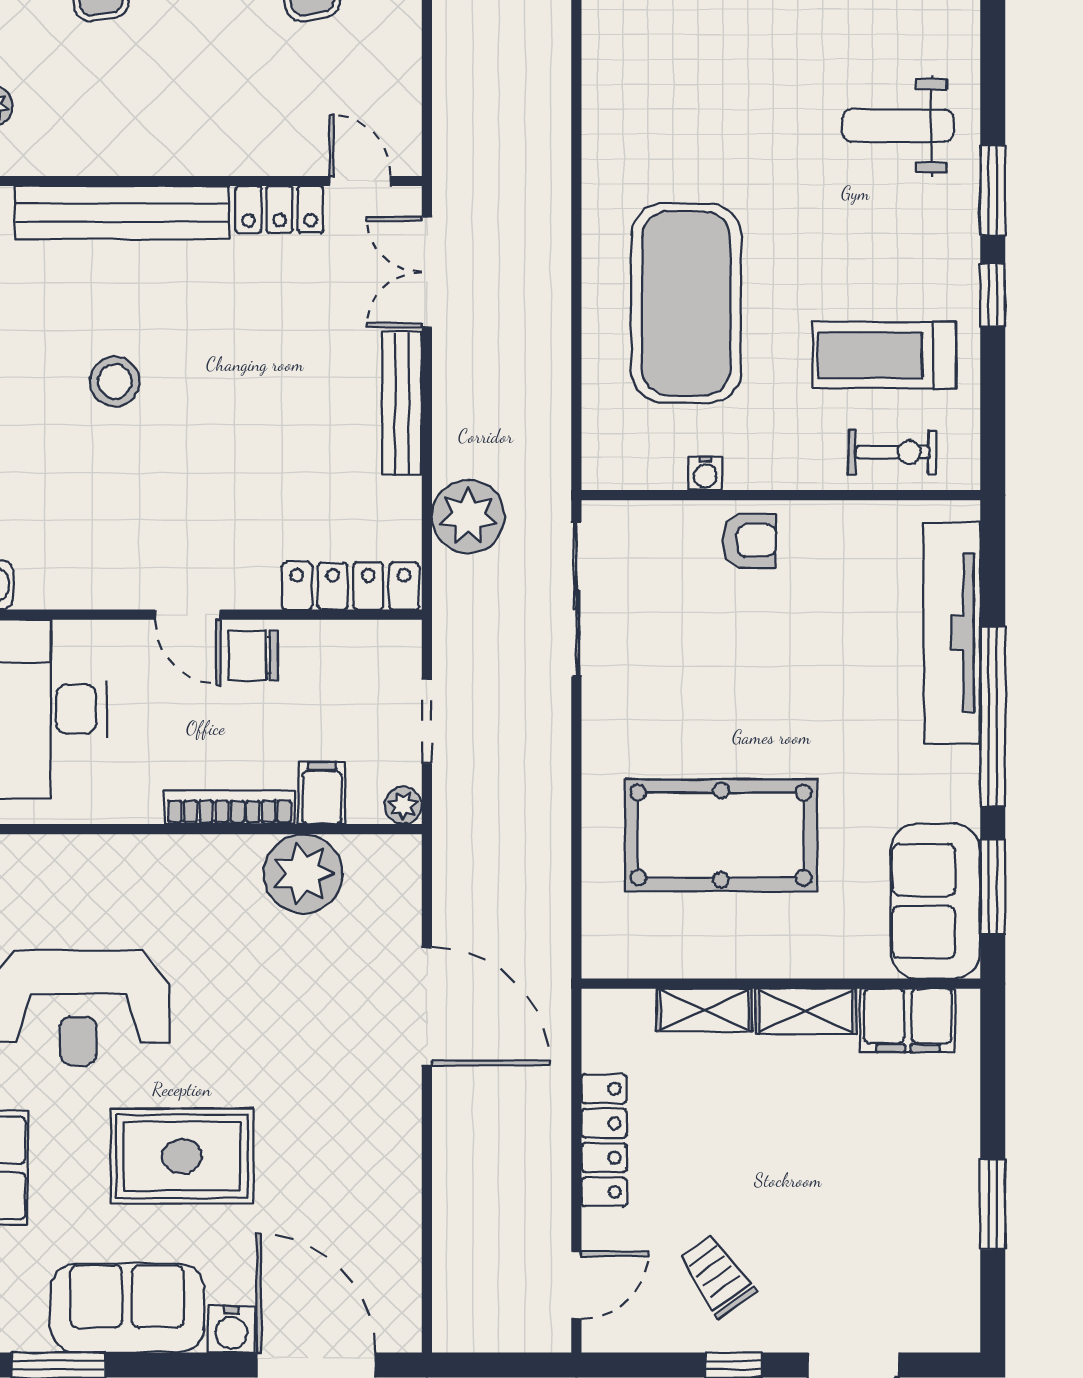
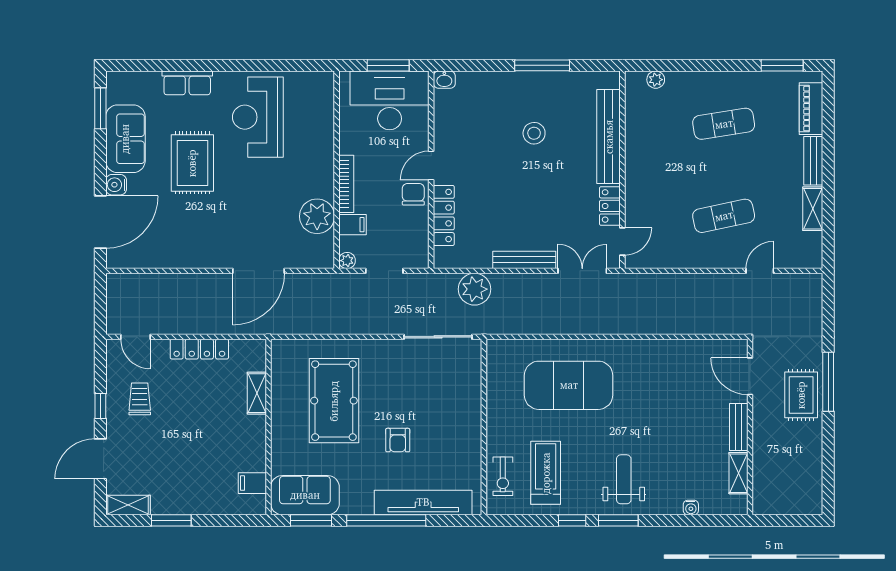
weight bench: (898, 126) -> (624, 479), moved
water cooler: (705, 473) -> (691, 508), moved, turned -90
armchair: (749, 541) -> (398, 440), moved
locker: (351, 586) -> (444, 215), moved
shelving: (806, 1011) -> (128, 505), moved, turned 90
filing cabinet: (908, 1020) -> (252, 483), width x0.50
trolley: (717, 1276) -> (140, 399), turned -55

